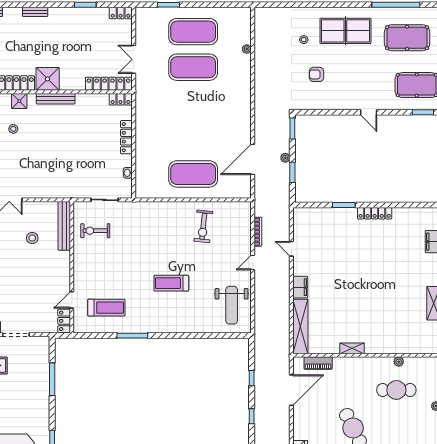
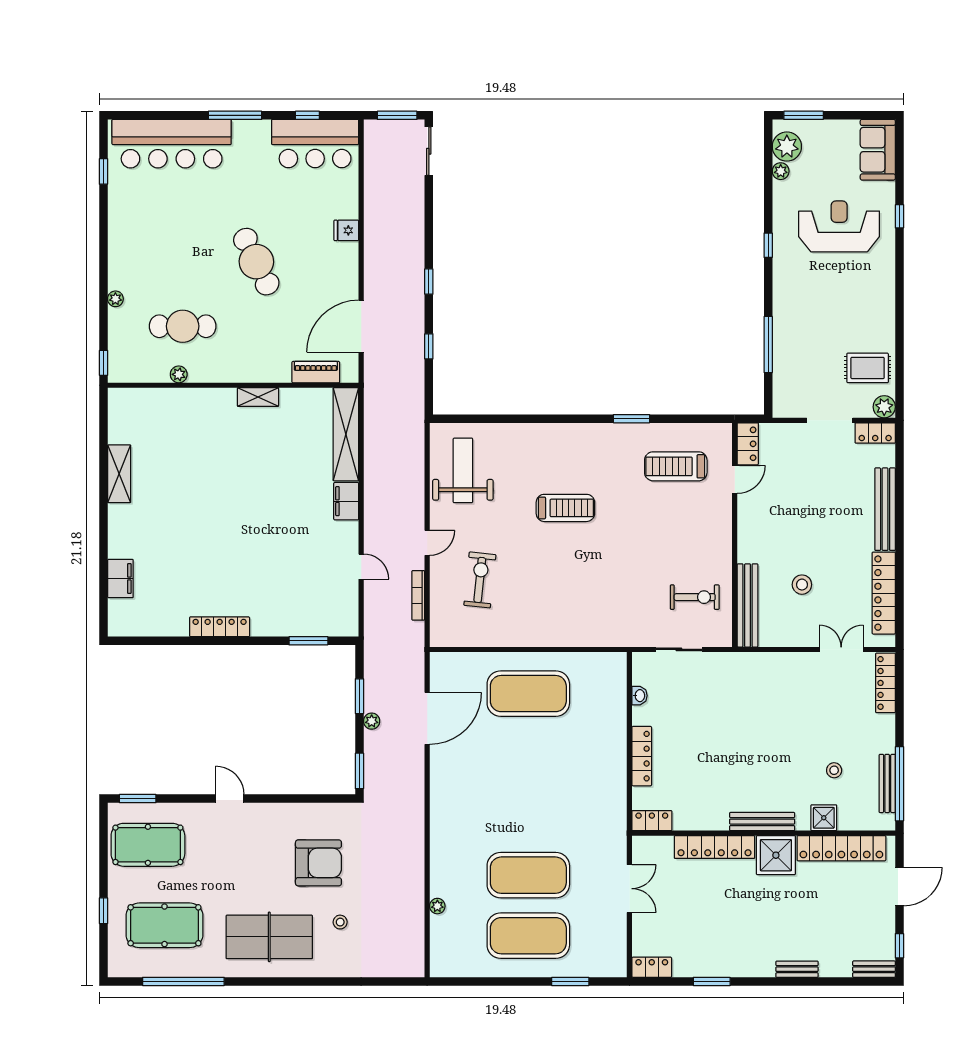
armchair: (317, 74) -> (318, 863), width x1.88, depth x1.88
locker: (109, 84) -> (714, 847), moved
window: (344, 205) -> (308, 641), moved
exercise bike: (203, 226) -> (480, 580), moved
window: (132, 336) -> (631, 419), width x0.69

